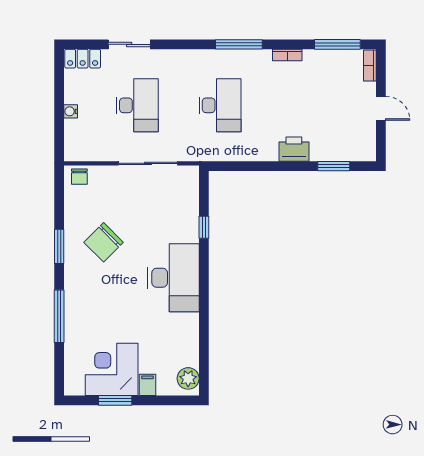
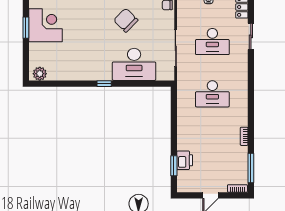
window: (239, 44) -> (251, 106), removed
printer: (294, 149) -> (185, 160), moved
window: (204, 227) -> (104, 84), moved
desk: (173, 278) -> (134, 64), moved
filing cabinet: (147, 385) -> (36, 48), removed

